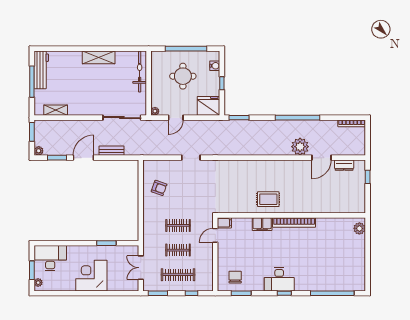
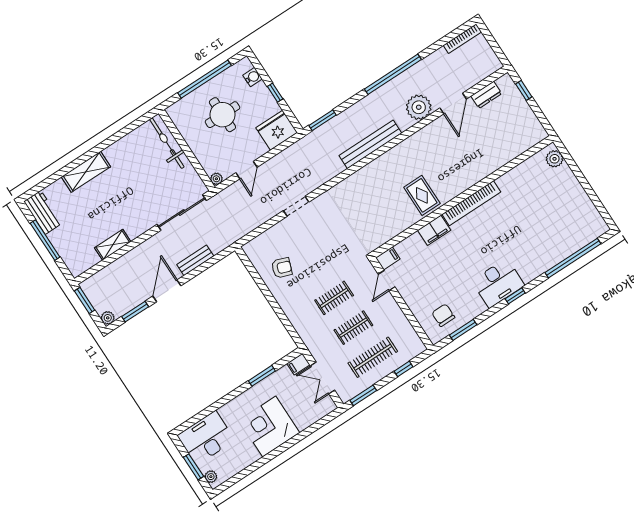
shelving: (99, 57) -> (86, 172), moved
workbench: (41, 70) -> (43, 212), width x0.73
shelving: (56, 110) -> (113, 245), moved
bench: (258, 150) -> (370, 144), added
rug: (268, 199) -> (422, 195), turned 90
filing cabinet: (132, 250) -> (298, 364), added

